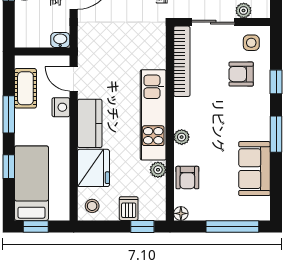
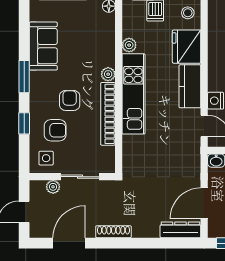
bookcase: (182, 61) -> (108, 114), moved
armchair: (187, 178) -> (70, 100), moved

